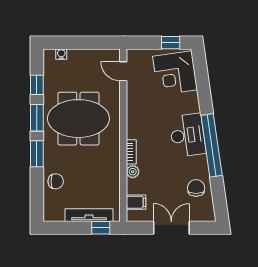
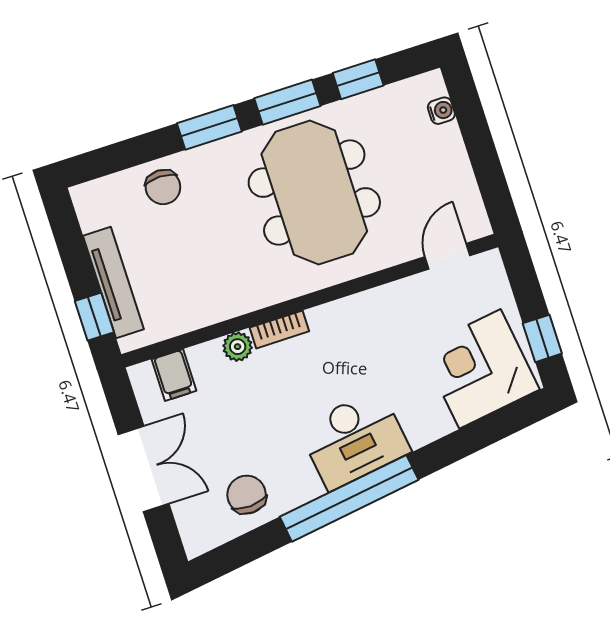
chair: (196, 188) -> (247, 495), turned -93

